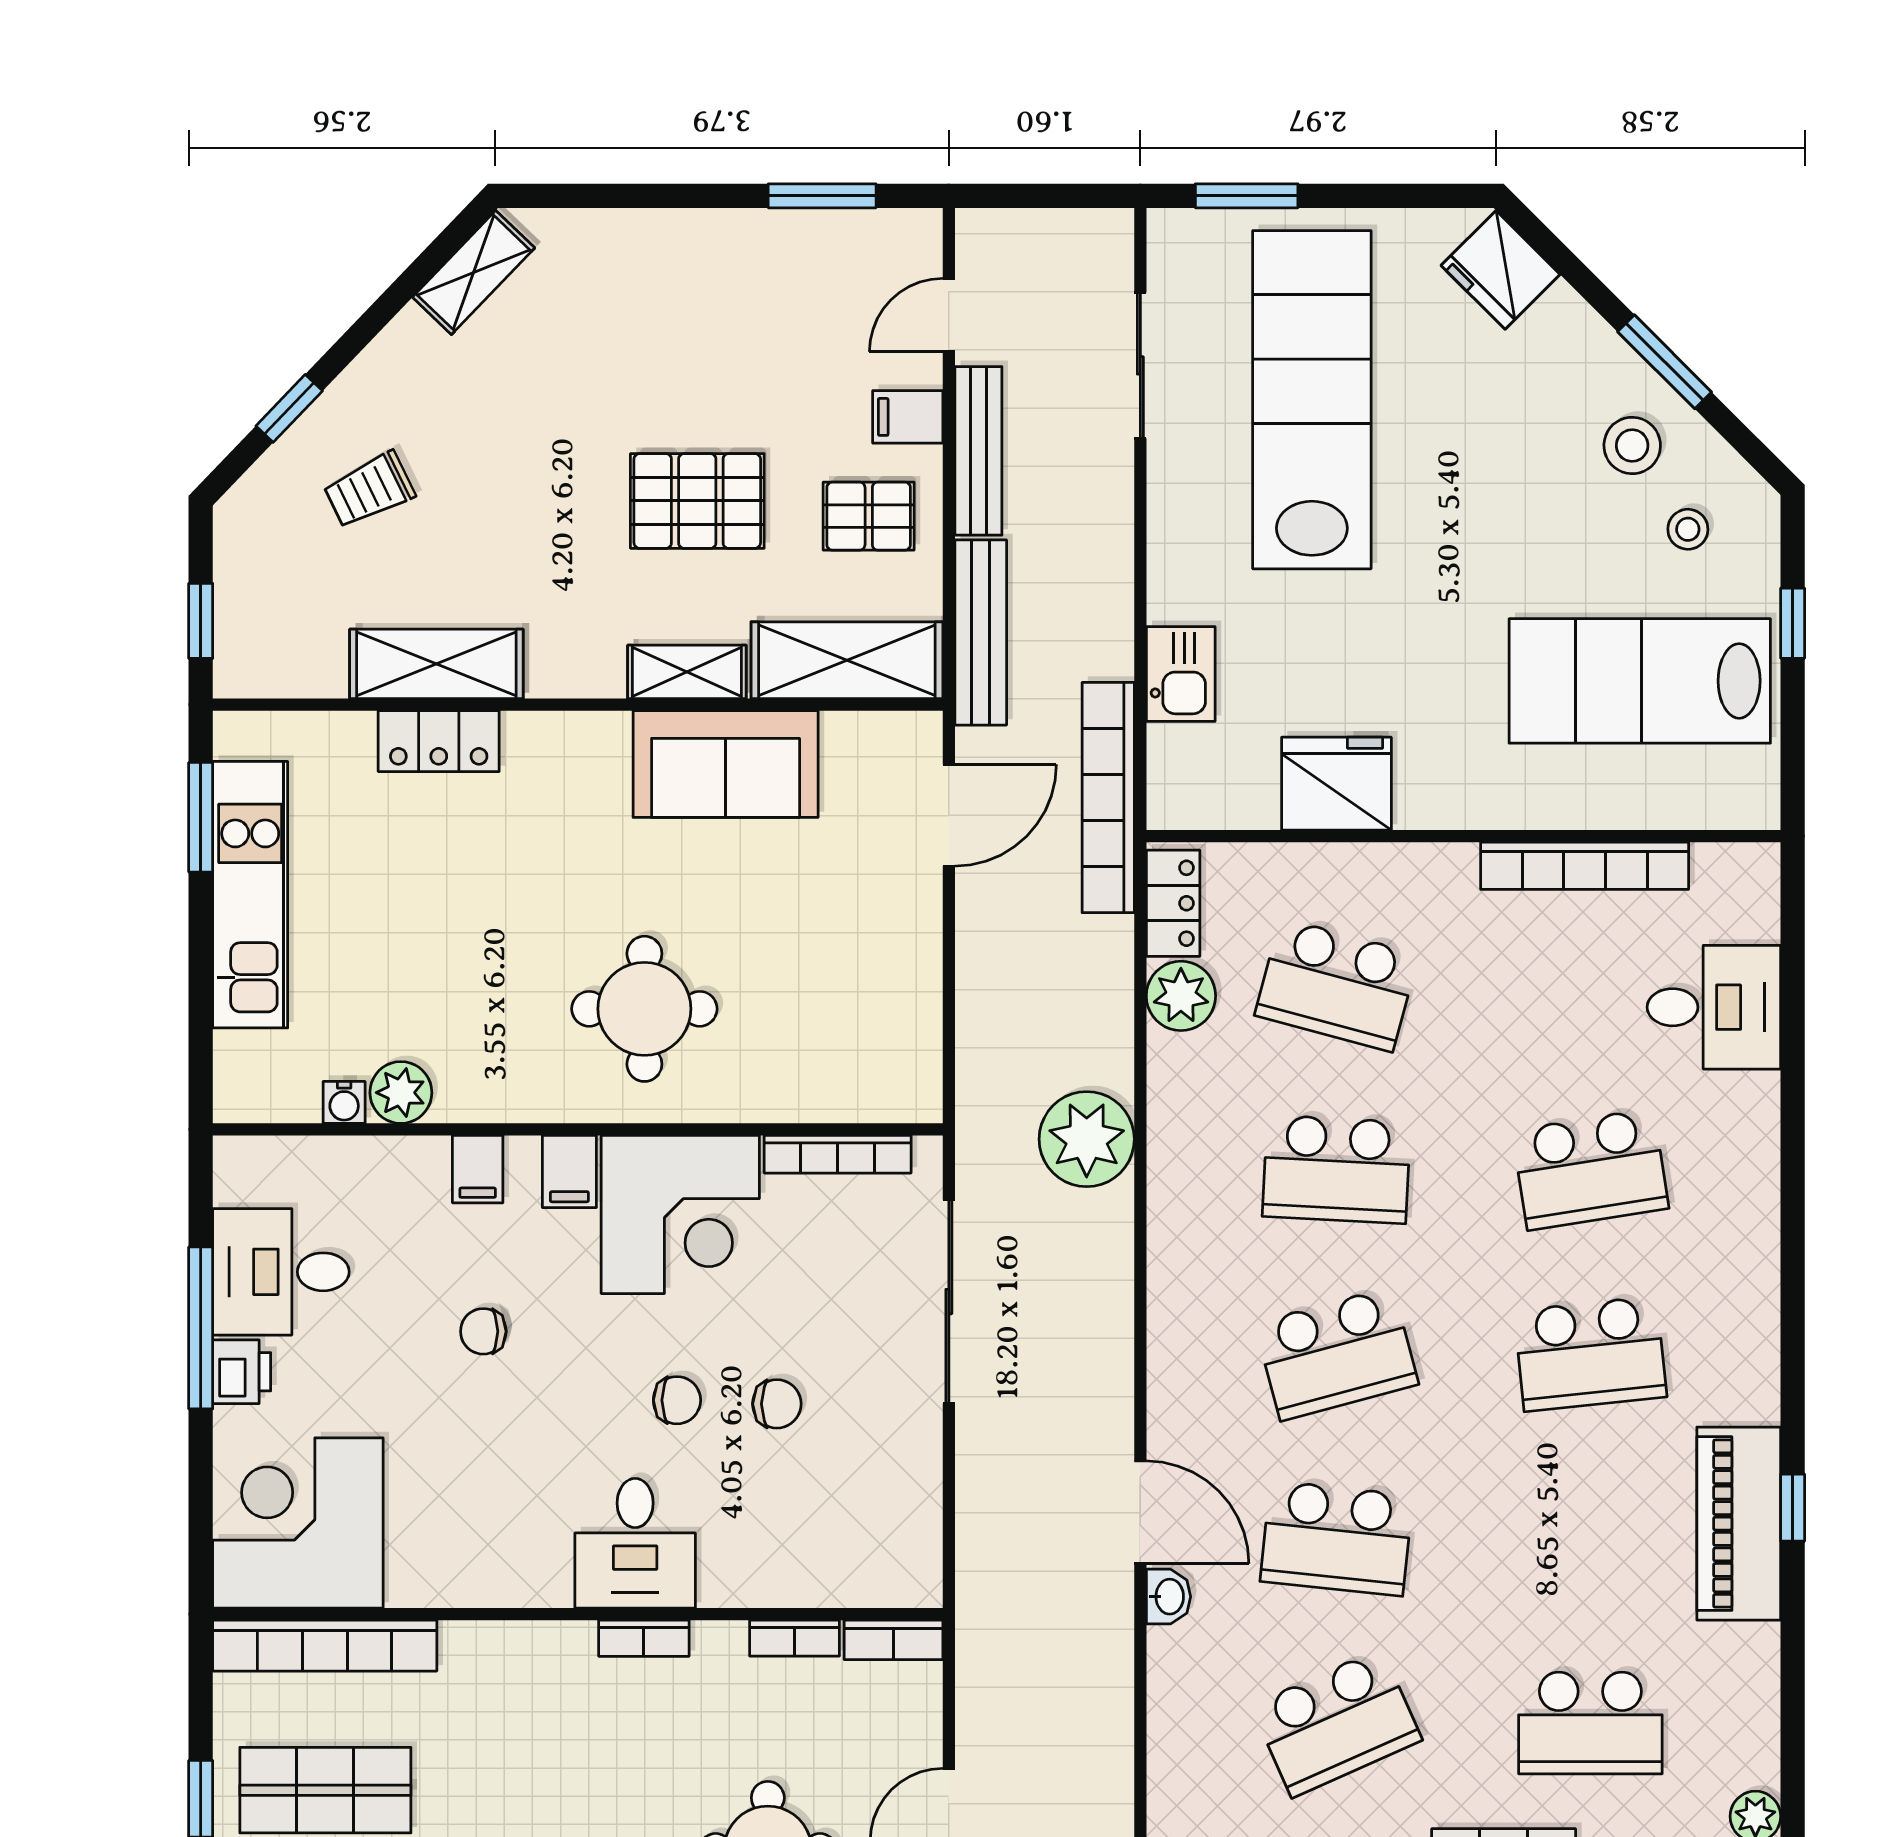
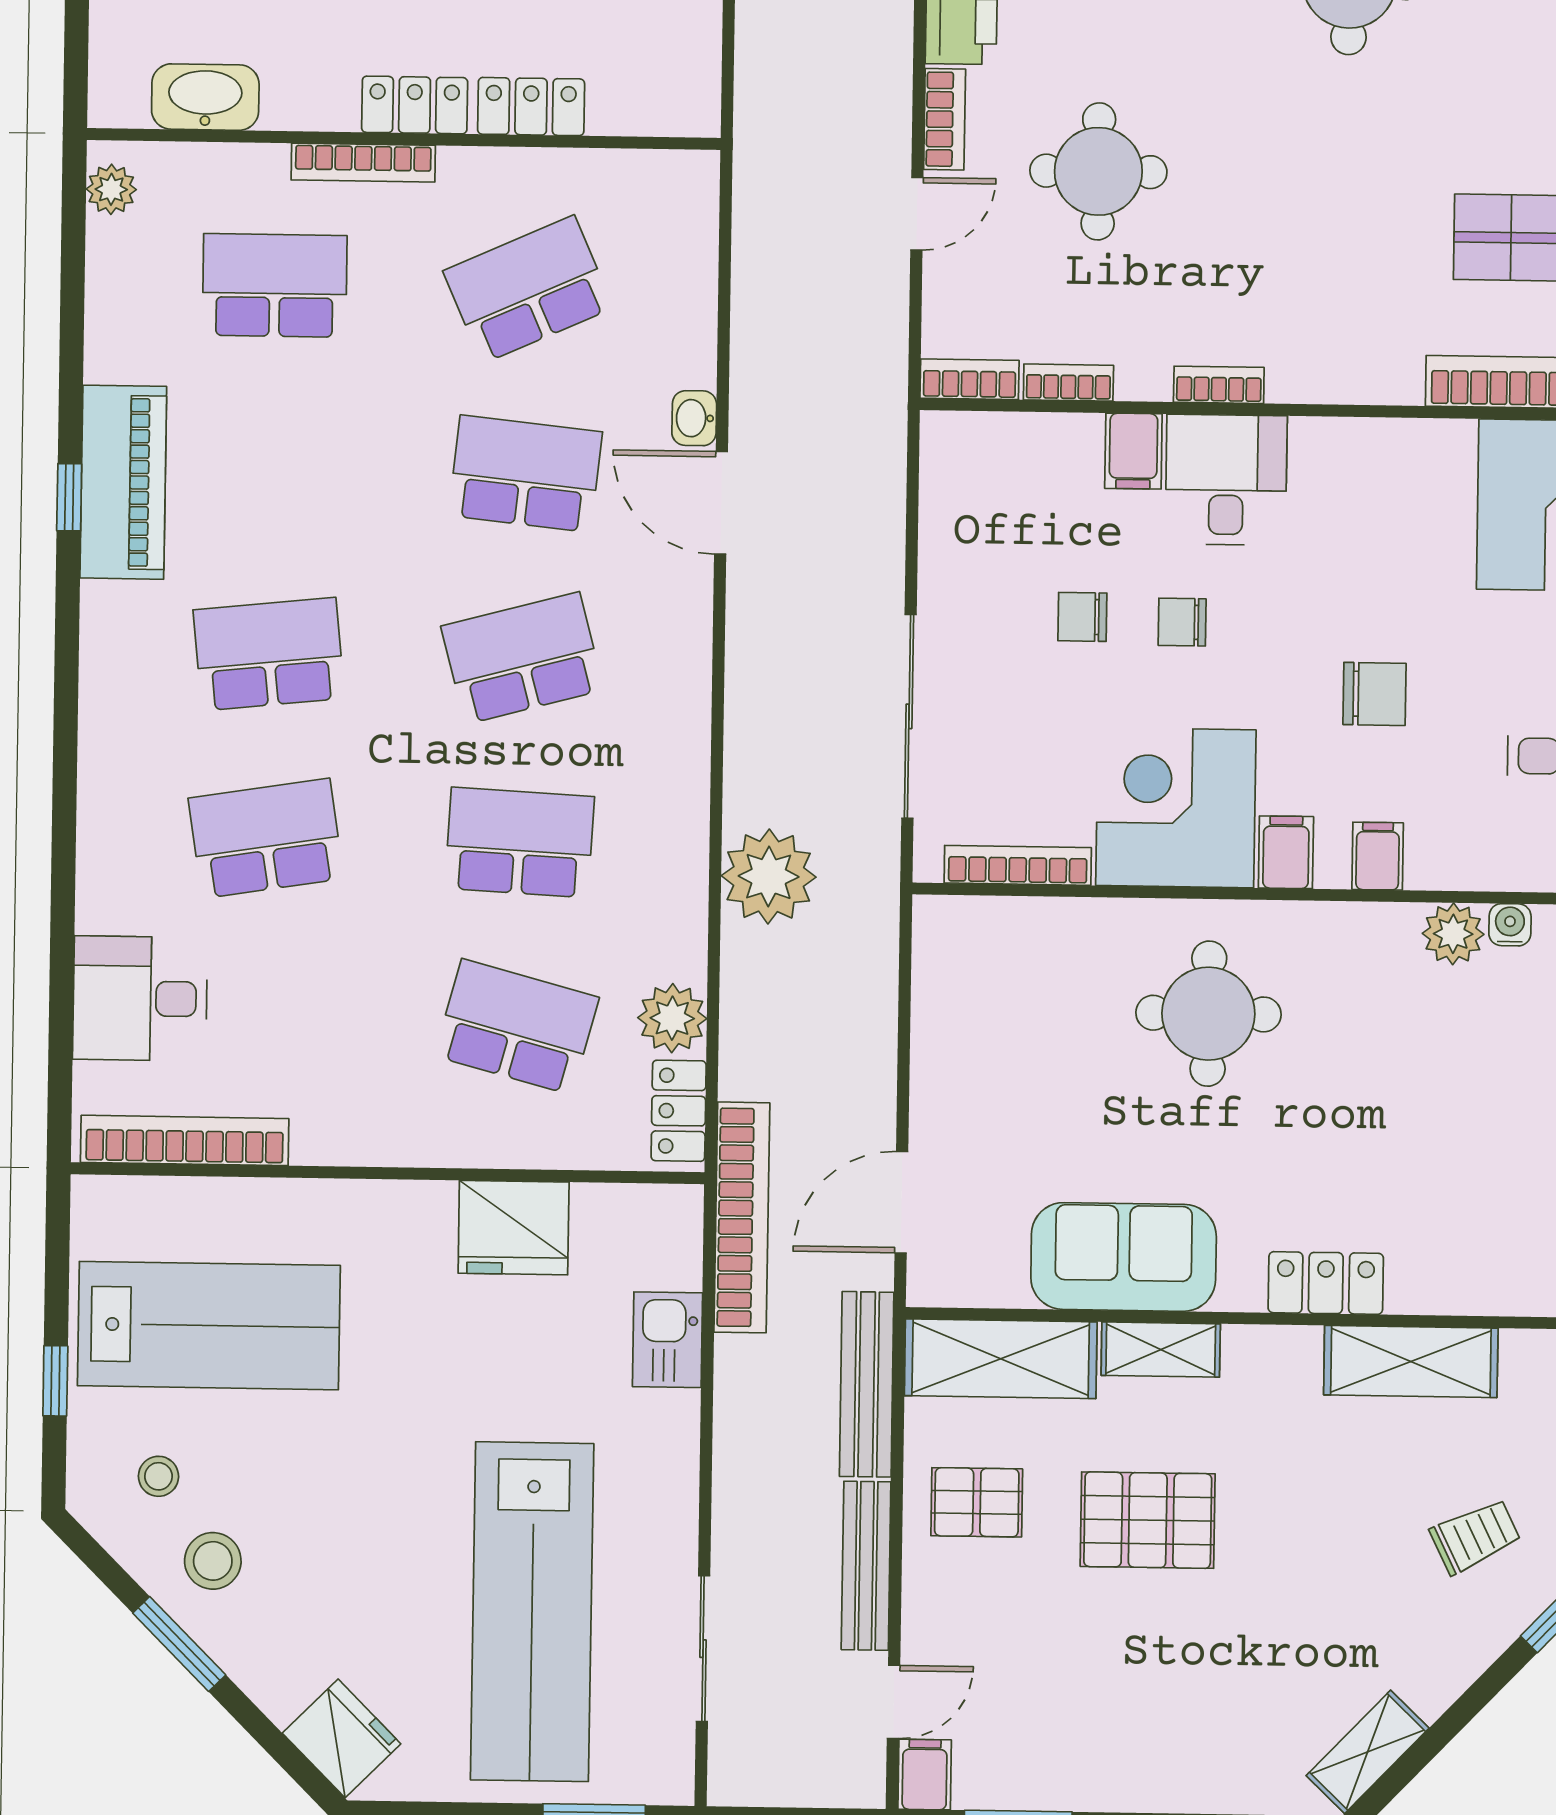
filing cabinet: (908, 417) -> (925, 1775), moved, turned -90
locker: (439, 741) -> (1326, 1283), moved
bookcase: (1585, 866) -> (185, 1140), moved
chair: (483, 1331) -> (1374, 694), width x1.37, depth x1.37
filing cabinet: (728, 1571) -> (1133, 451), added

